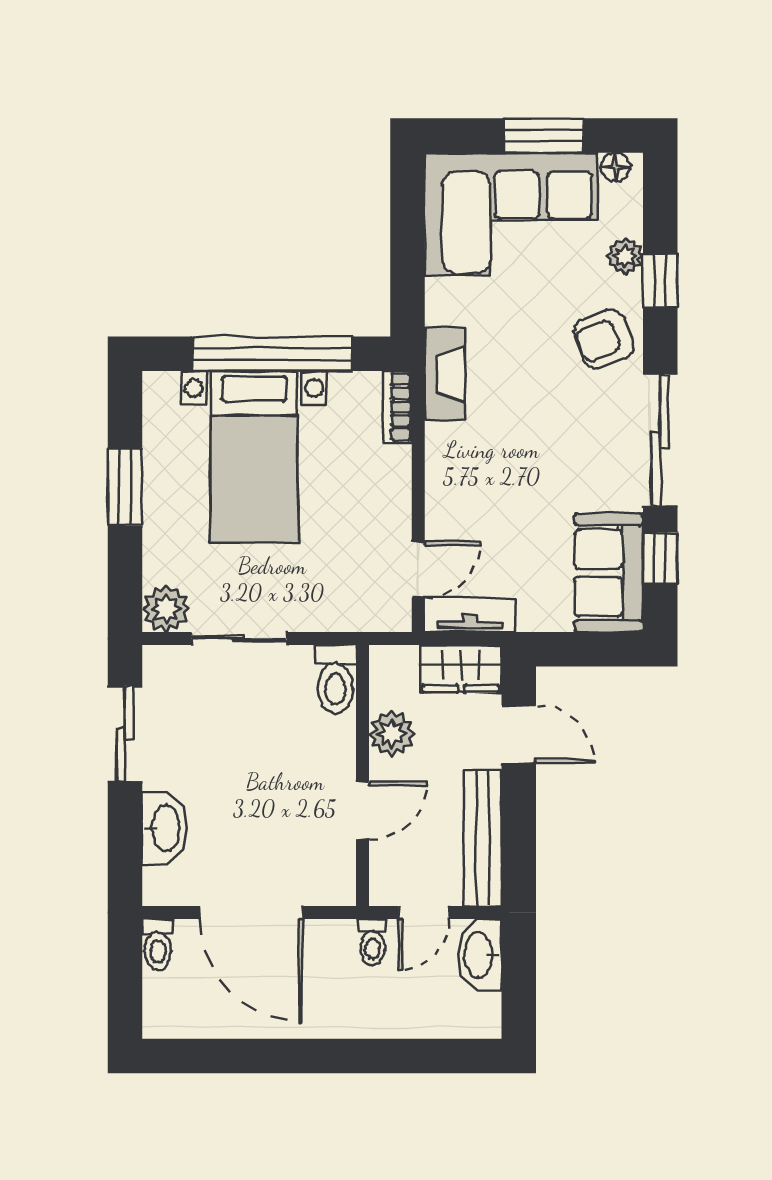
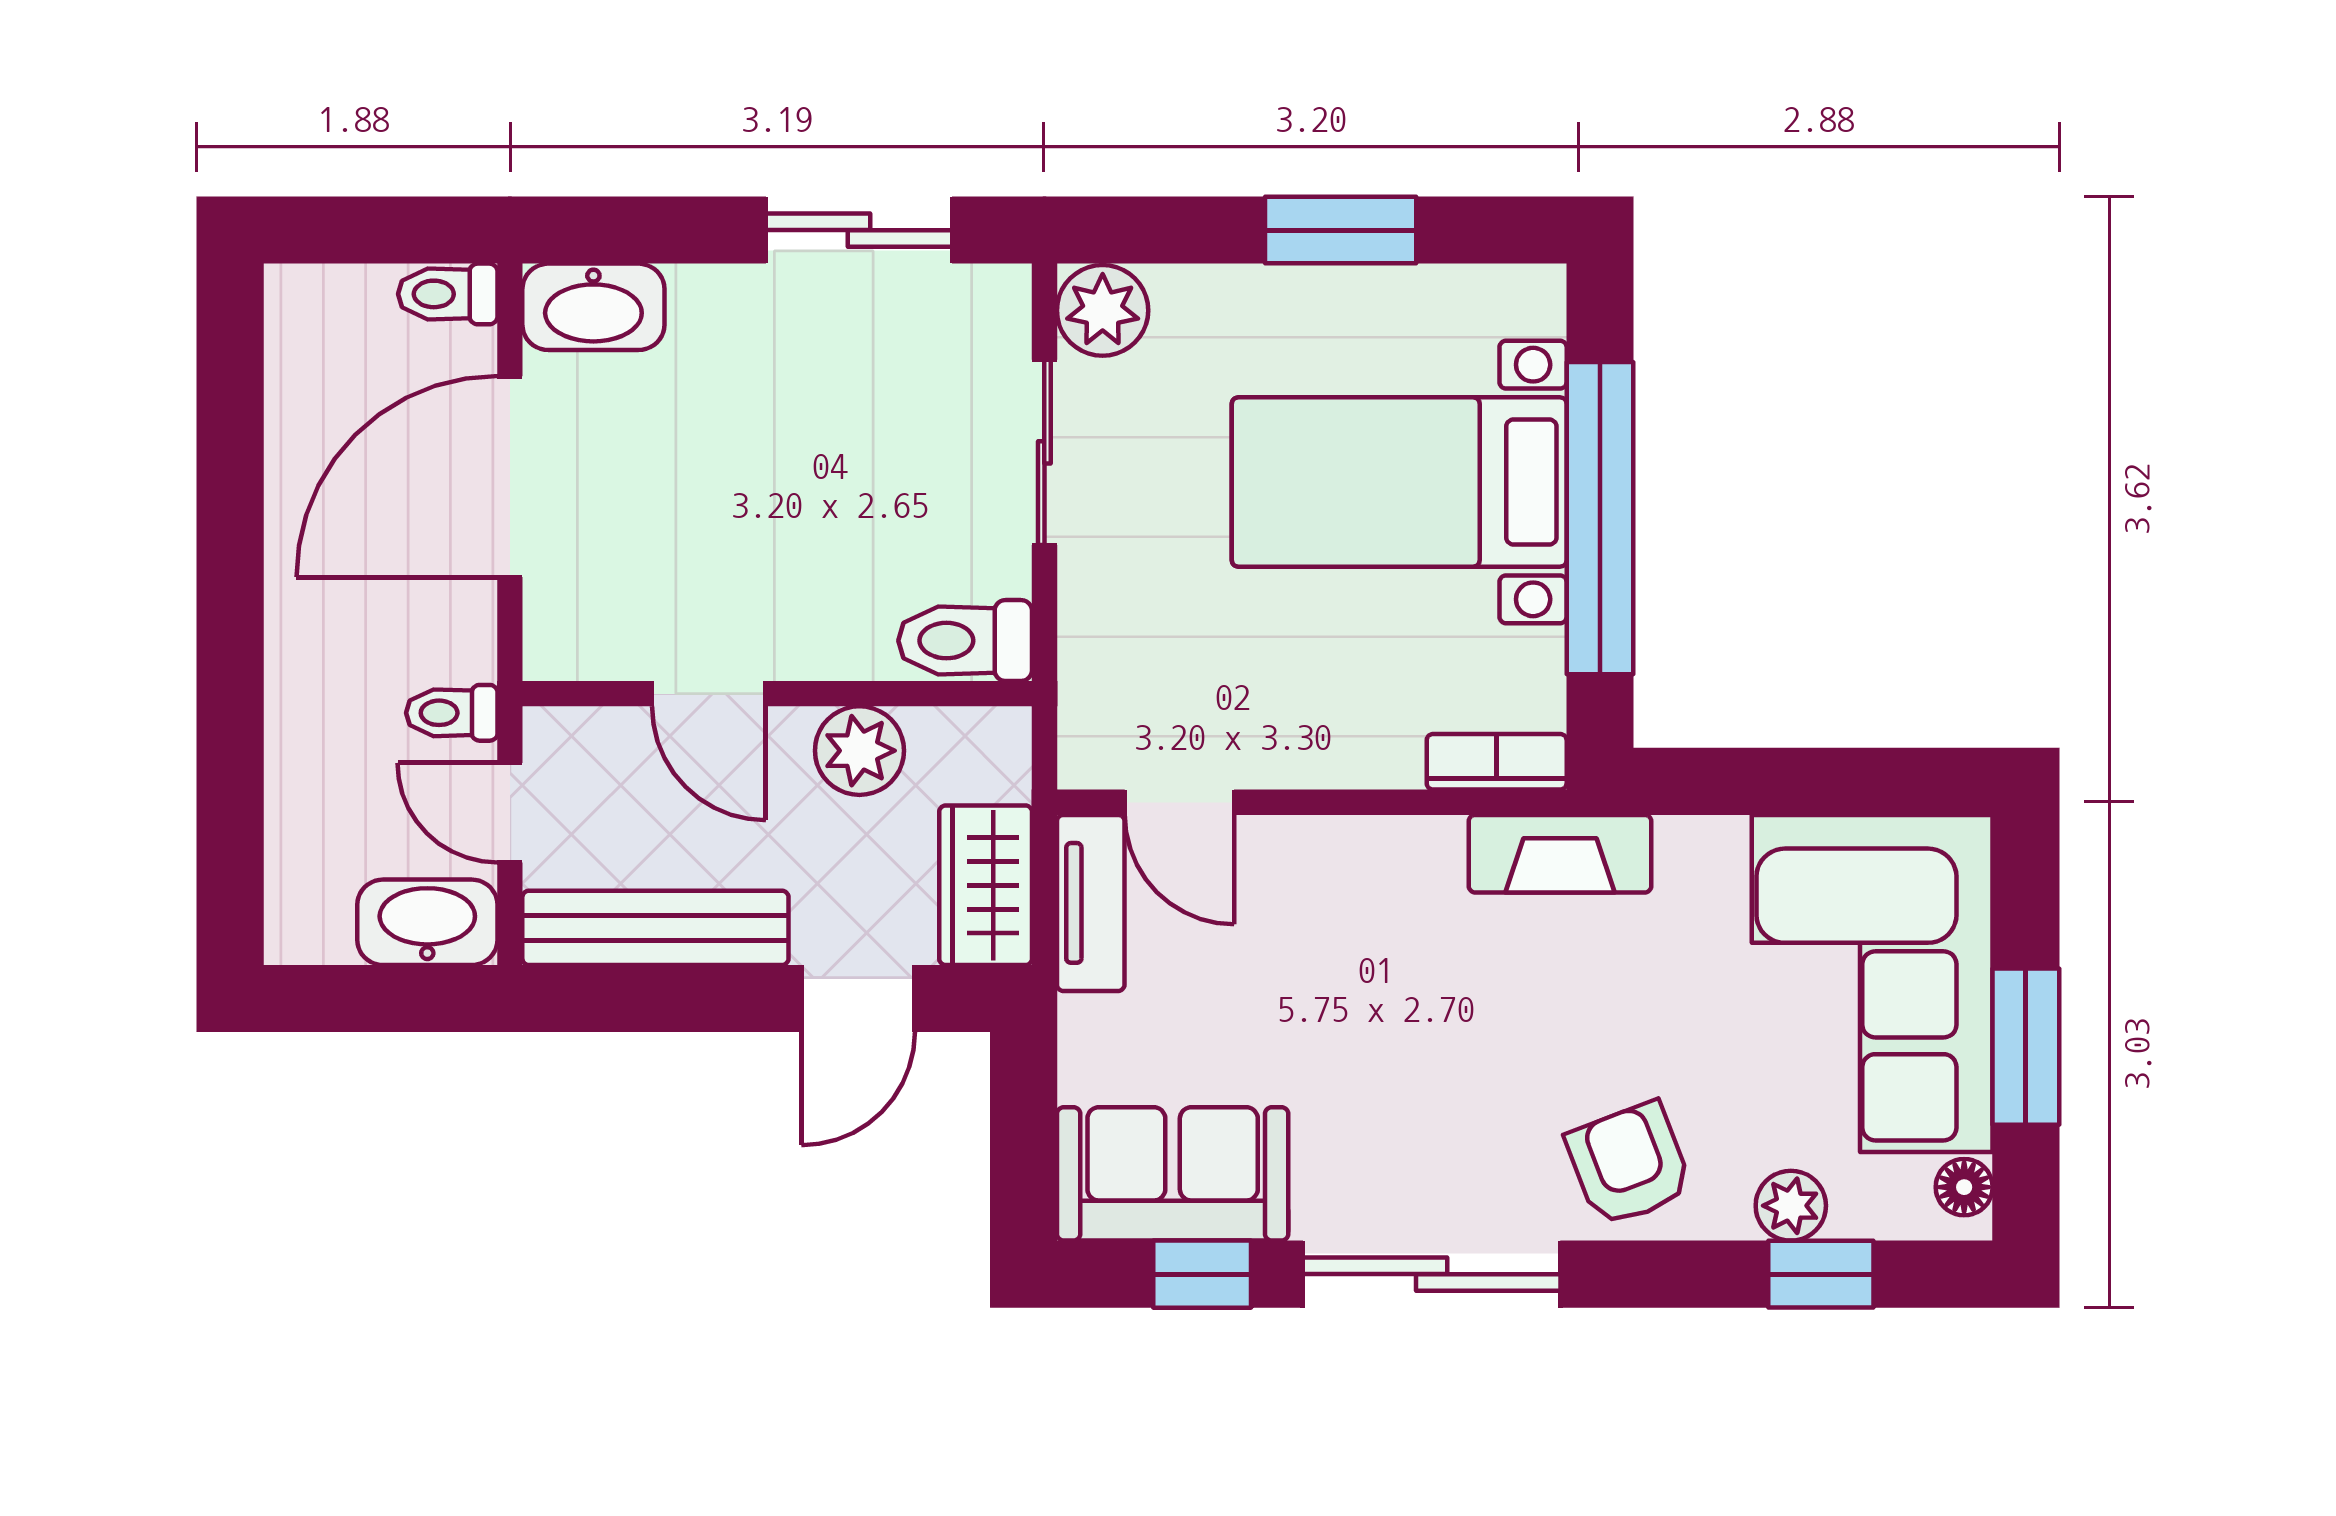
window: (660, 280) -> (1821, 1274), moved
washbasin: (164, 828) -> (593, 307), moved

